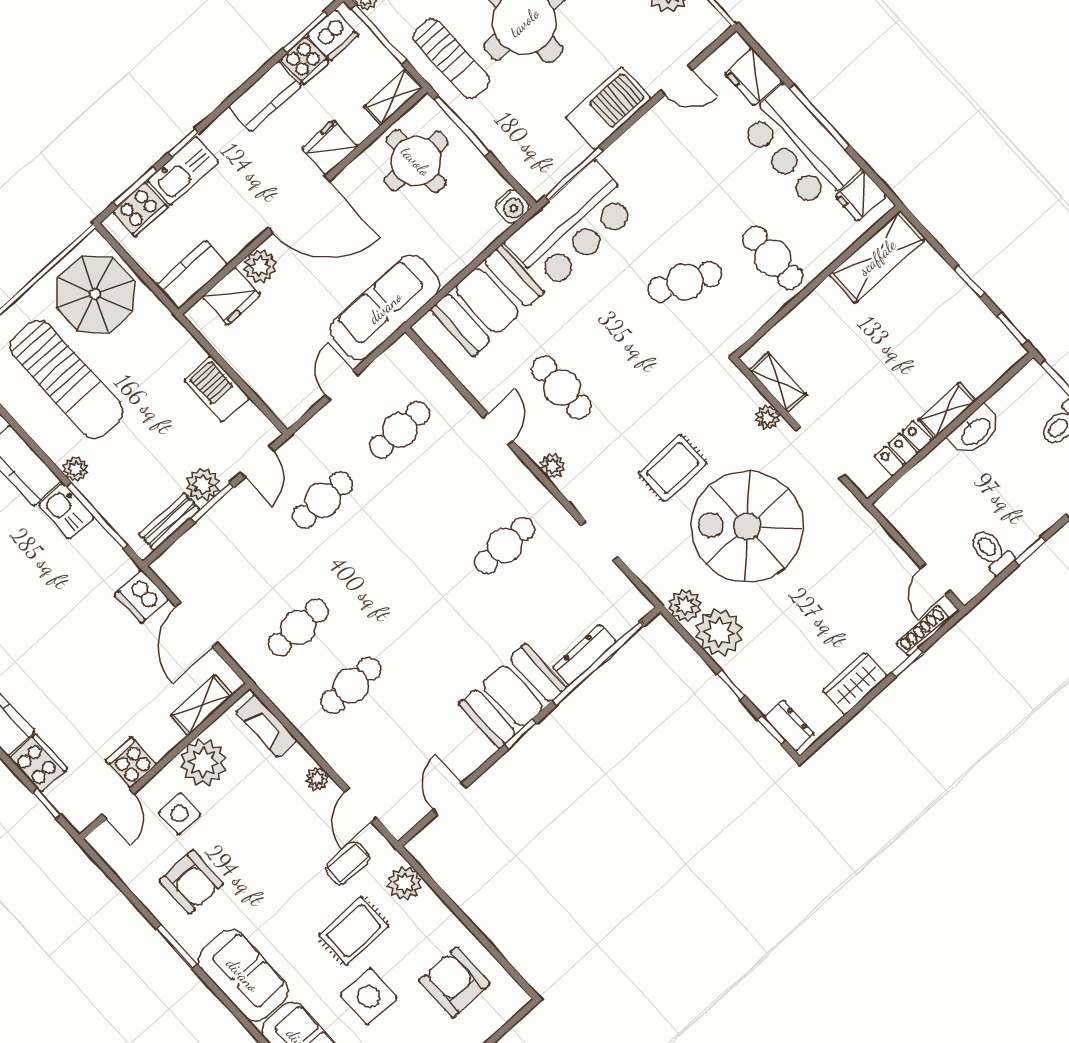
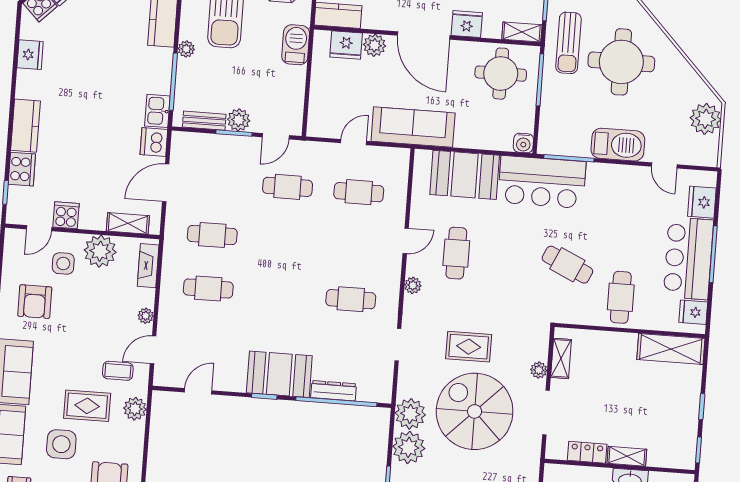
barbecue: (217, 389) -> (296, 45), moved
kitchen sink: (66, 511) -> (157, 111), moved
plant: (685, 606) -> (410, 414), width x1.36, depth x1.36

